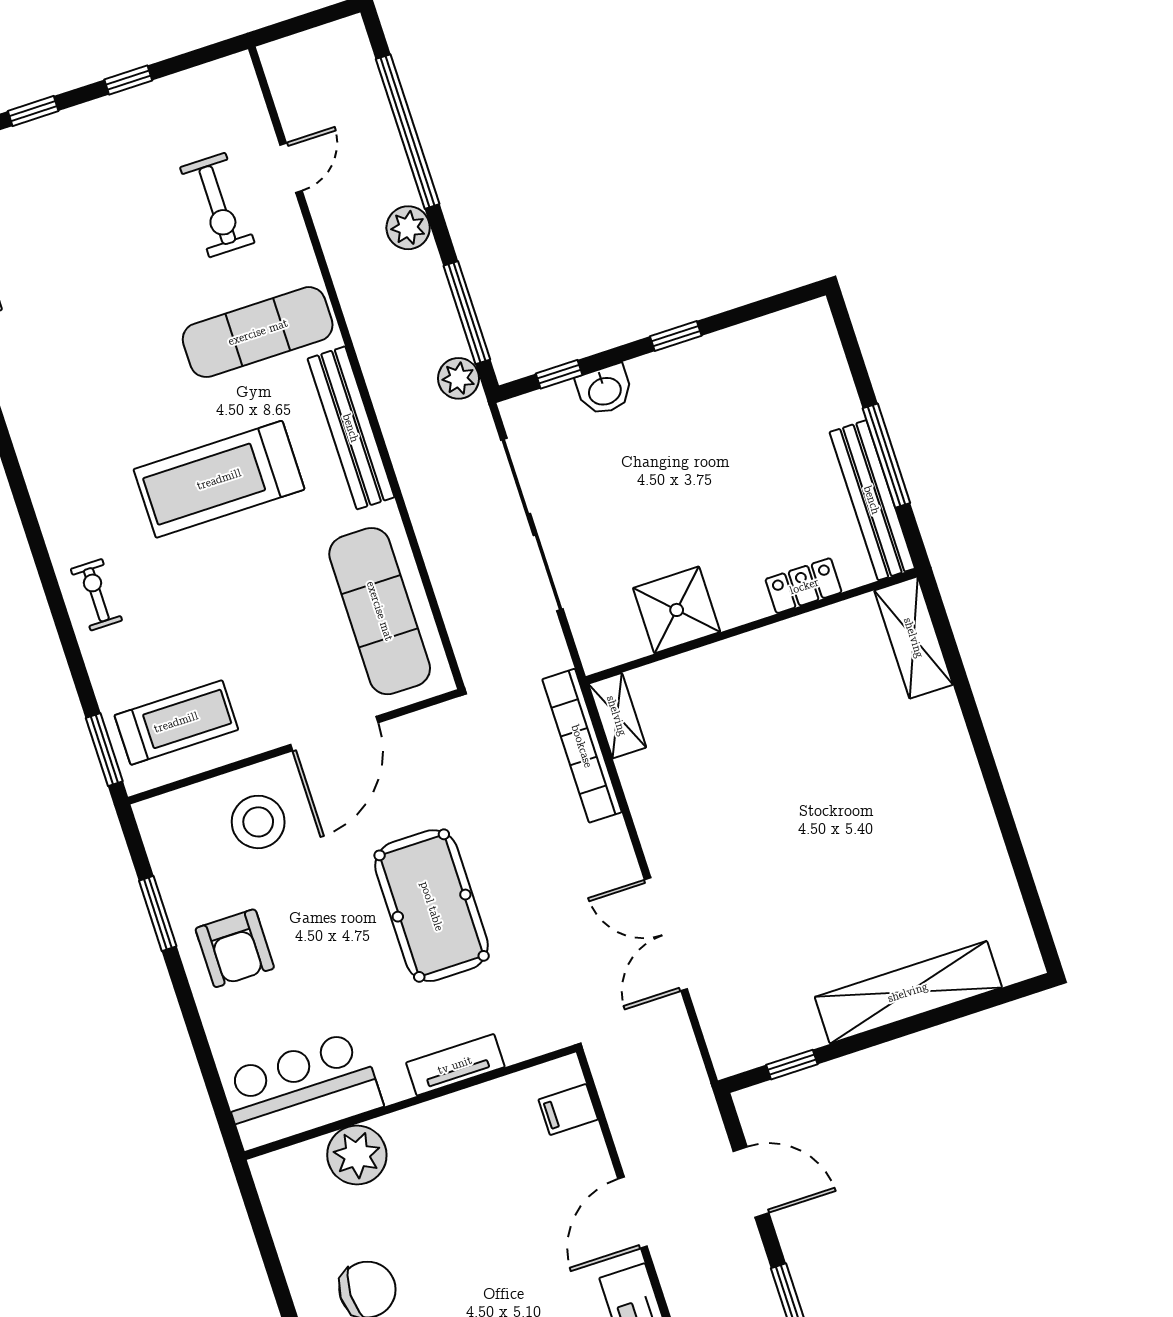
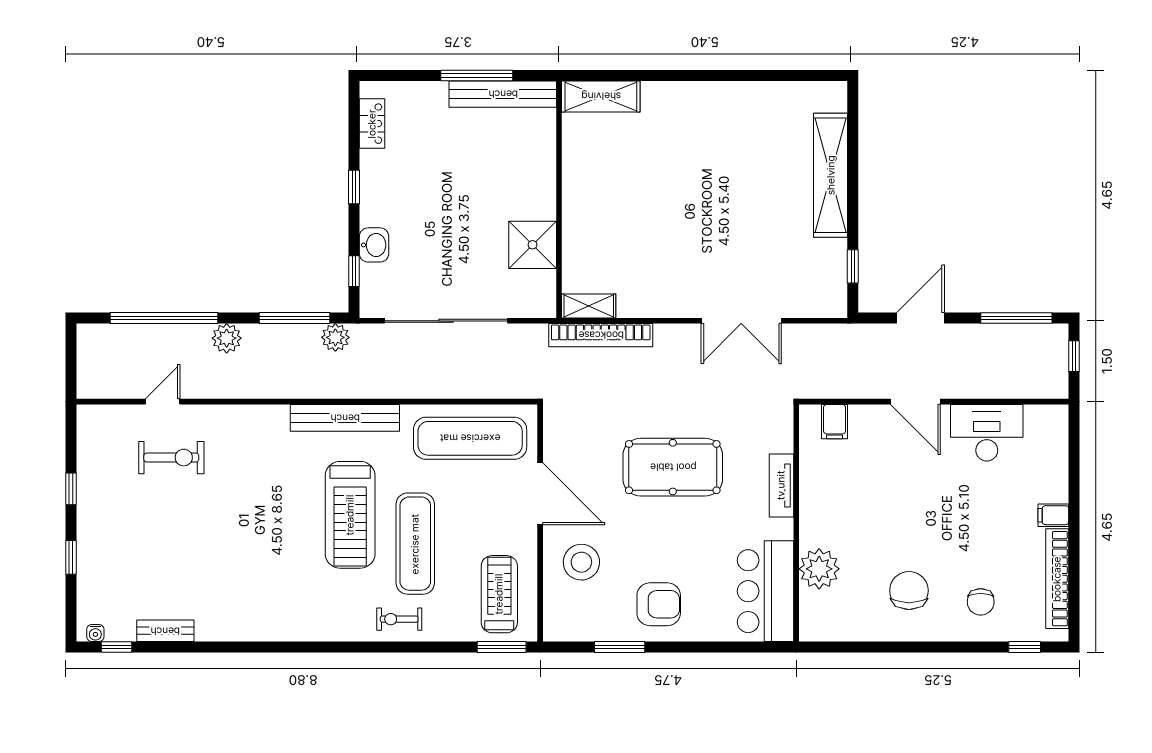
door: (291, 168) -> (163, 402), hinge flipped
exercise mat: (258, 332) -> (415, 544), moved
locker: (804, 586) -> (372, 124), moved, turned 180

